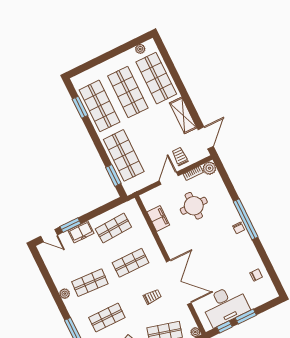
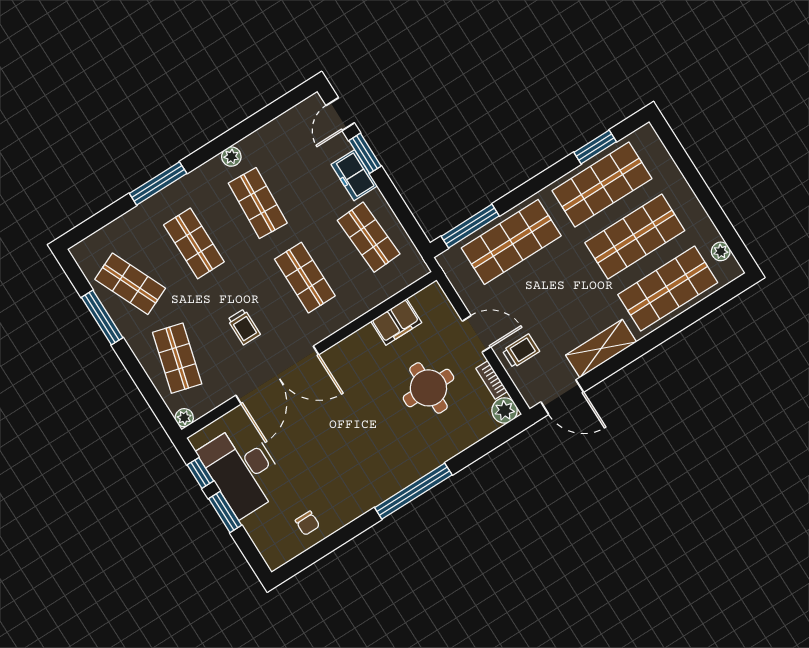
window: (113, 175) -> (470, 226), width x1.44
chair: (239, 228) -> (395, 479), removed

